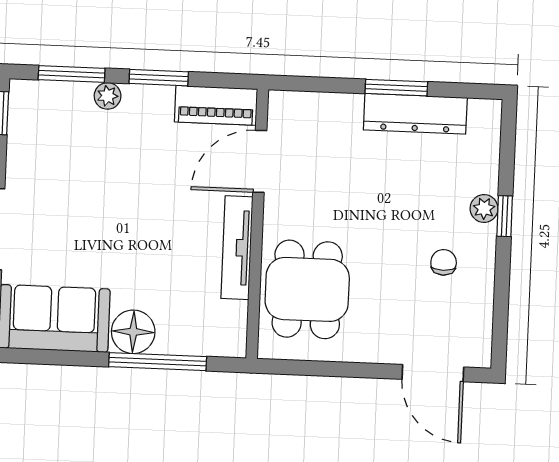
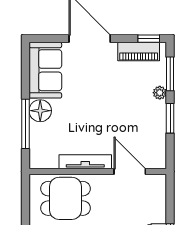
piano: (216, 105) -> (139, 51), moved, turned -90

